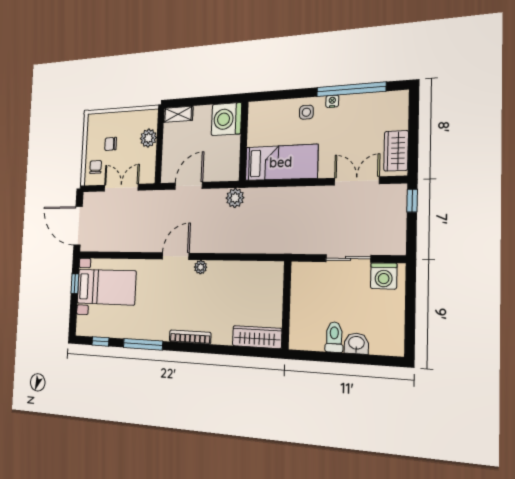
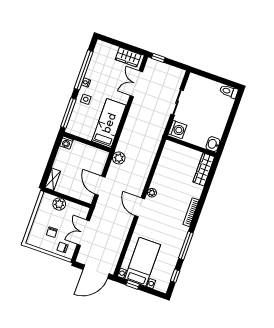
window: (277, 95) -> (68, 113), added
washing machine: (226, 119) -> (66, 143), width x0.53, depth x0.53
washing machine: (384, 276) -> (177, 130), moved
toilet: (334, 337) -> (229, 91), moved
washbasin: (356, 343) -> (213, 144), moved

